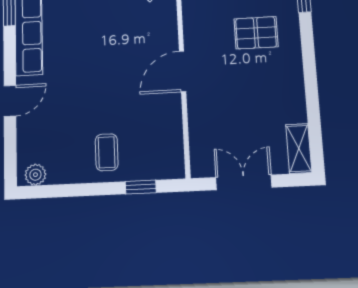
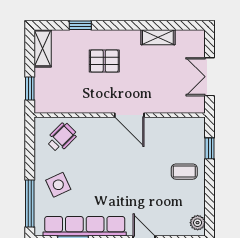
pallet: (256, 33) -> (104, 61), turned 90
shelving: (299, 148) -> (158, 37), moved

